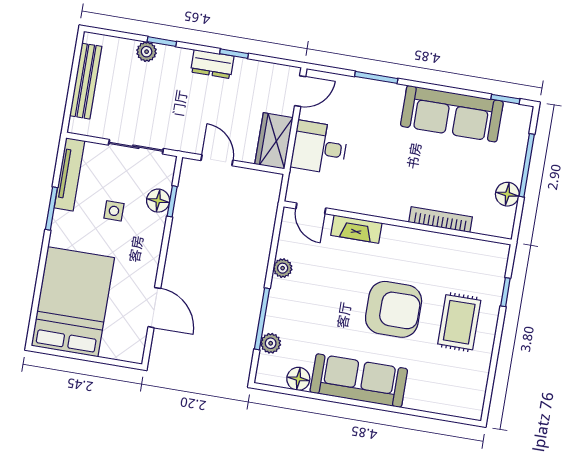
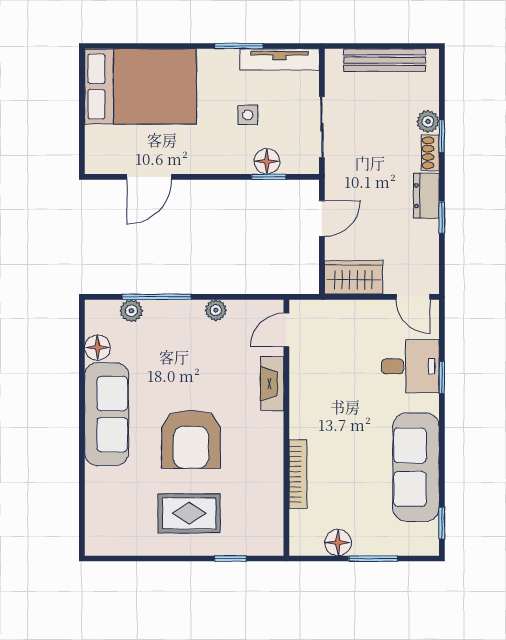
shoe rack: (175, 54) -> (430, 153), added
window: (376, 77) -> (442, 378), width x0.67
desk: (319, 148) -> (410, 366), moved, turned 90
window: (527, 165) -> (373, 558), width x0.69

